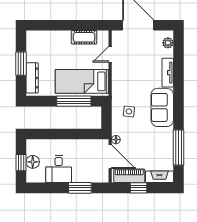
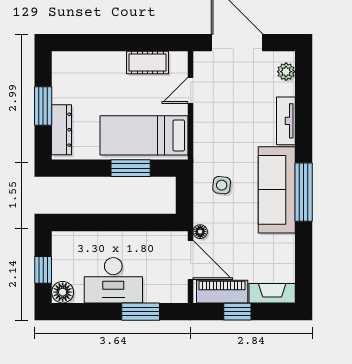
window: (74, 101) -> (131, 168), width x0.69
sofa: (162, 107) -> (277, 190), width x1.36
window: (178, 147) -> (304, 192), moved
floor lamp: (33, 162) -> (63, 292), moved
desk: (59, 169) -> (113, 280), width x1.37

